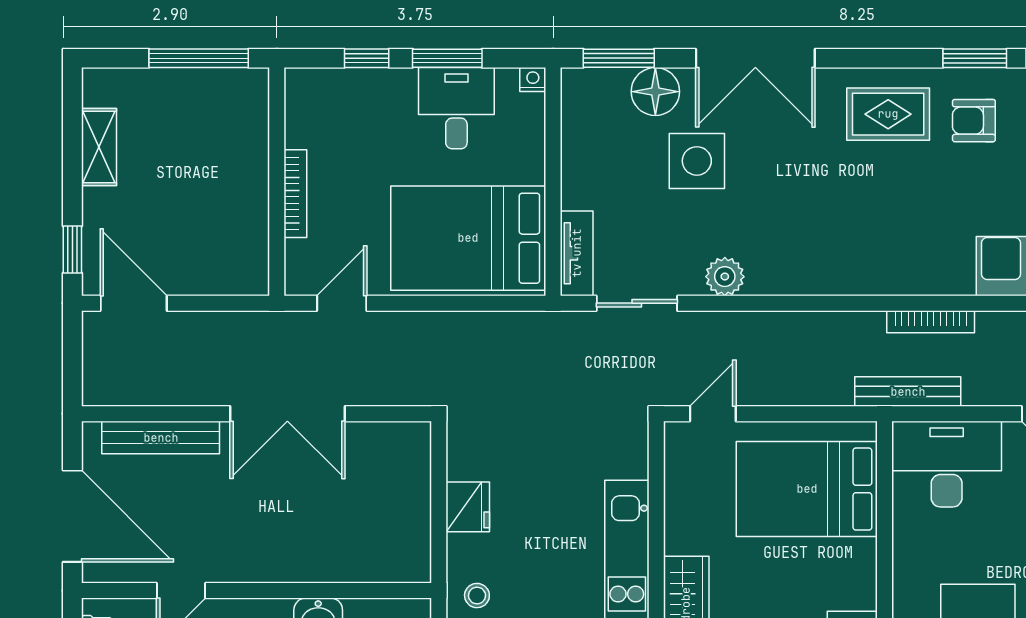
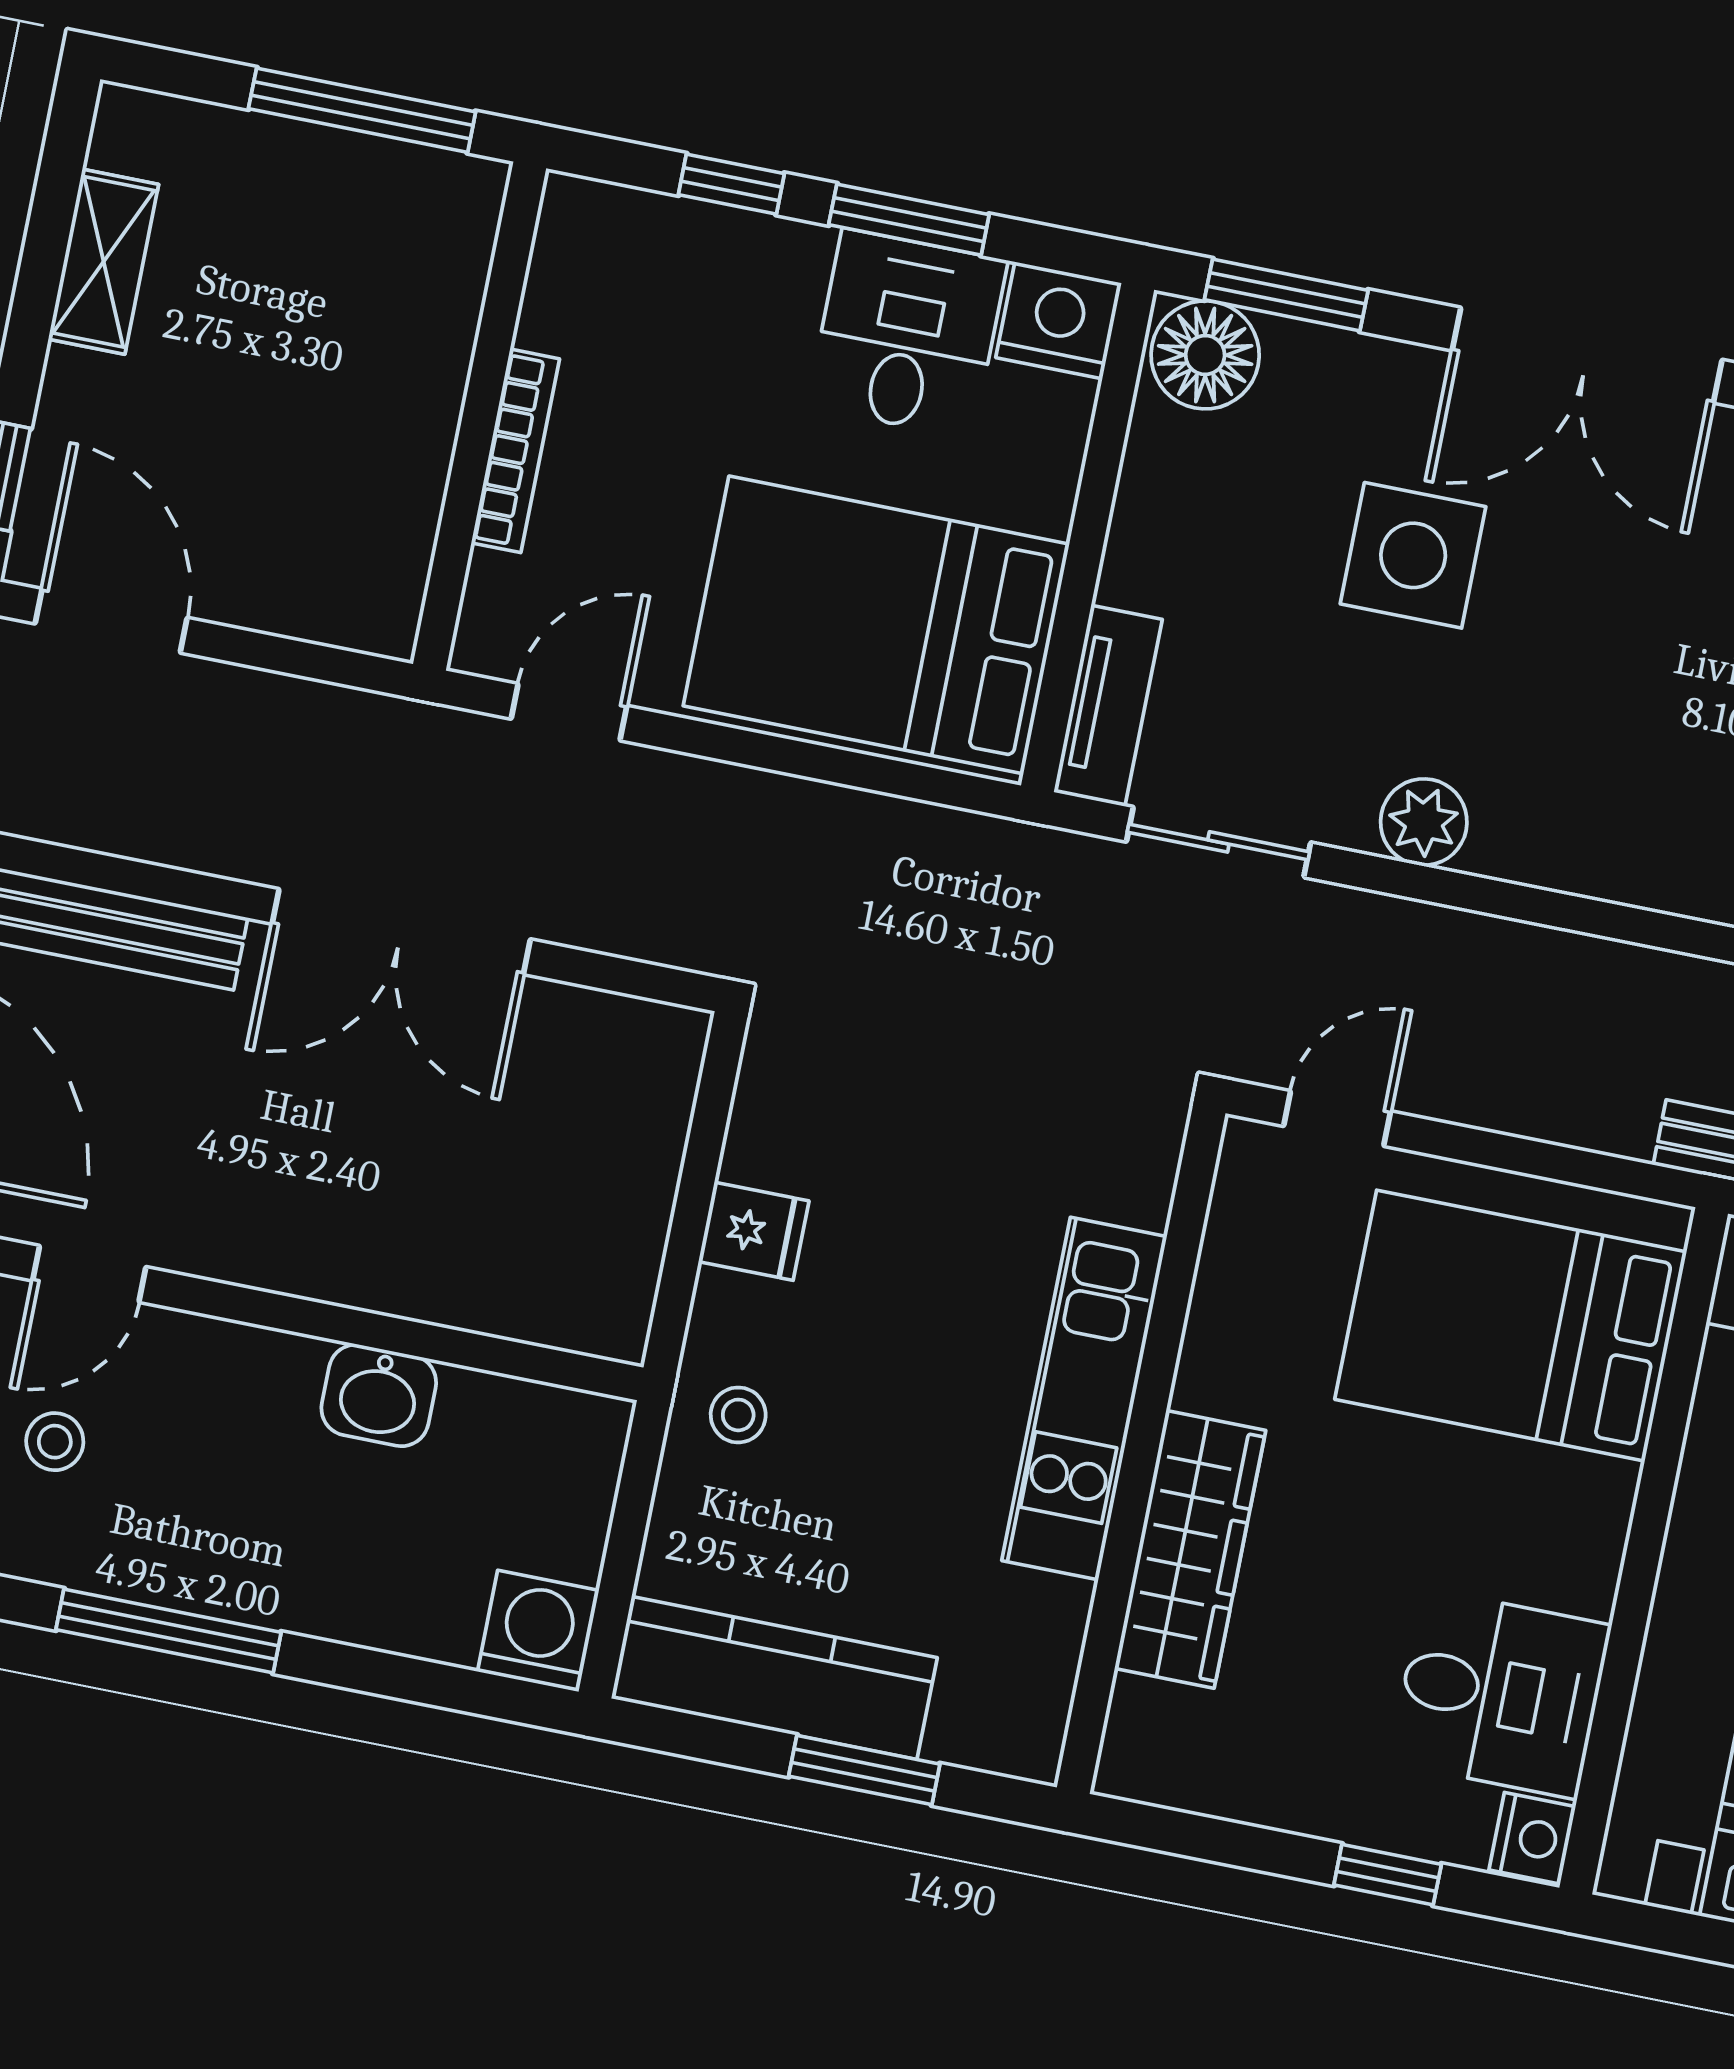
nightstand: (533, 80) -> (1059, 320), width x1.89, depth x1.79
floor lamp: (655, 92) -> (1205, 355), moved
fridge: (468, 507) -> (754, 1231), width x0.72

